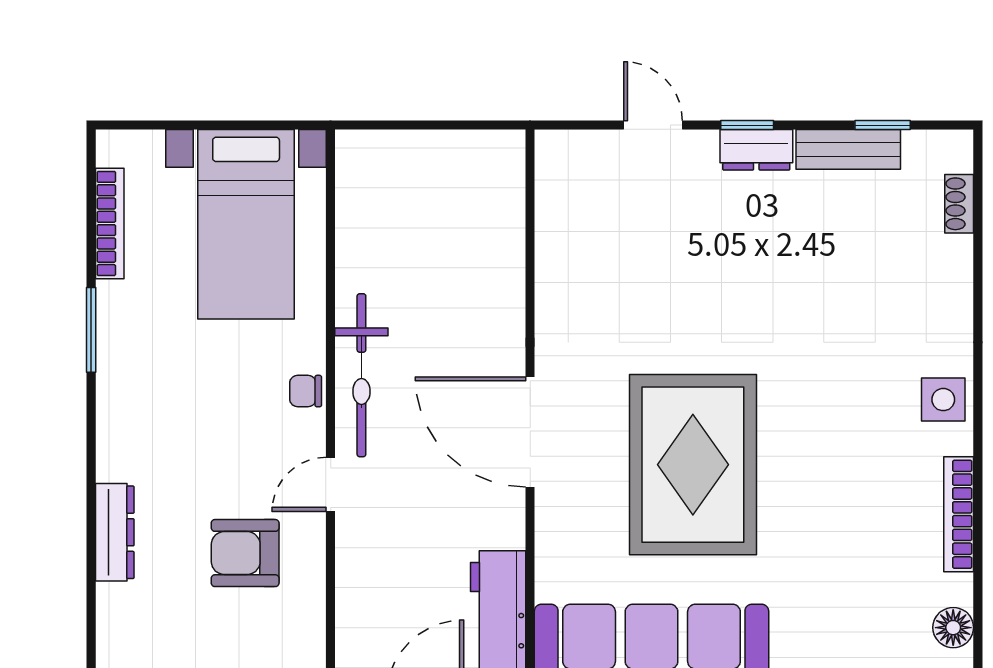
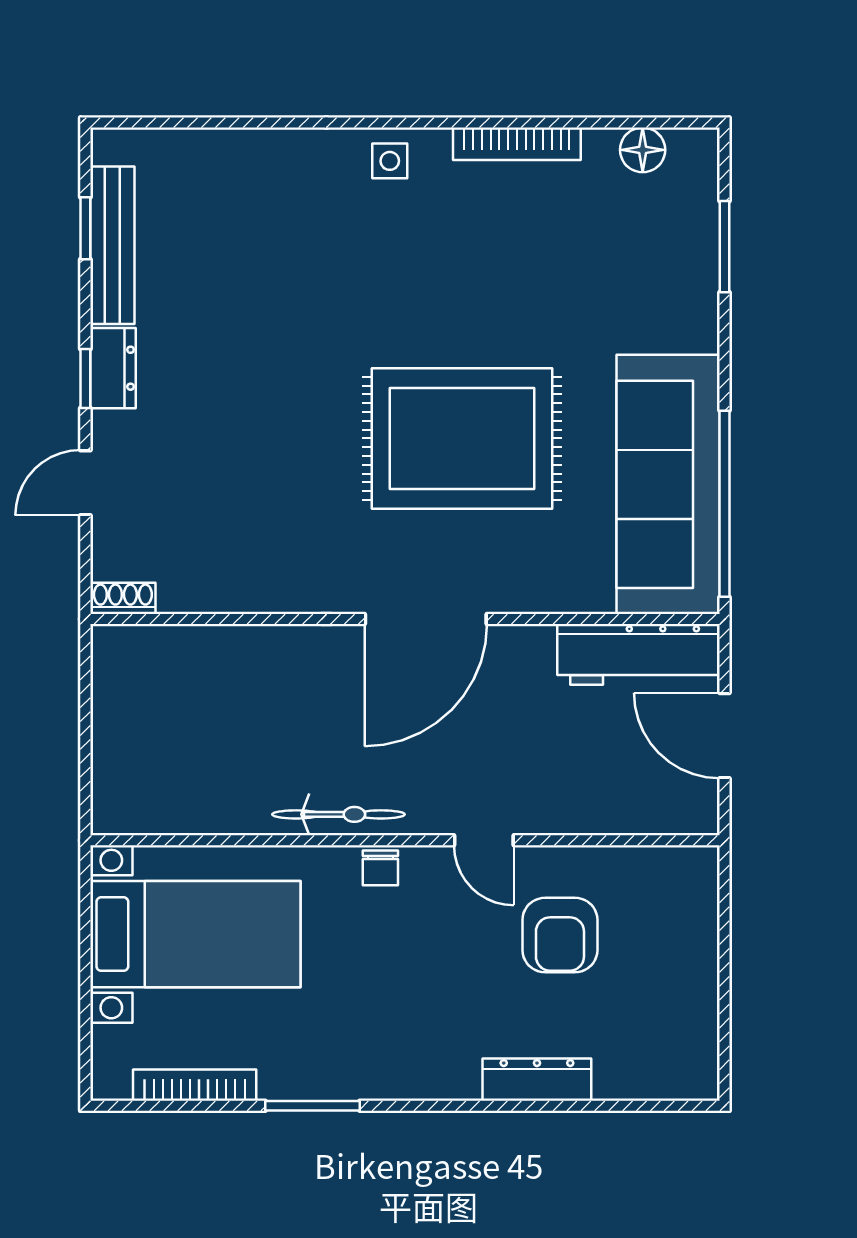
bench: (848, 149) -> (112, 245), width x1.36
shoe rack: (959, 204) -> (123, 598), moved, turned 180
bicycle: (361, 375) -> (338, 814), width x0.73, depth x0.71
side table: (943, 400) -> (390, 161), width x0.73, depth x0.73

